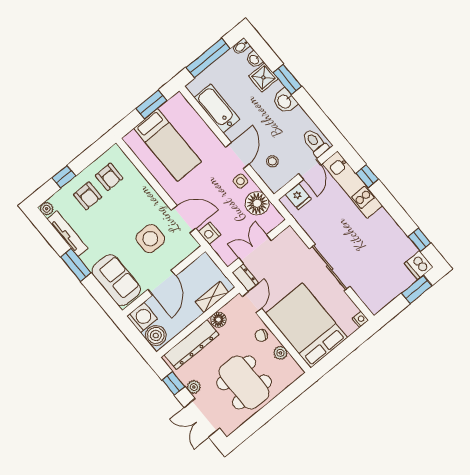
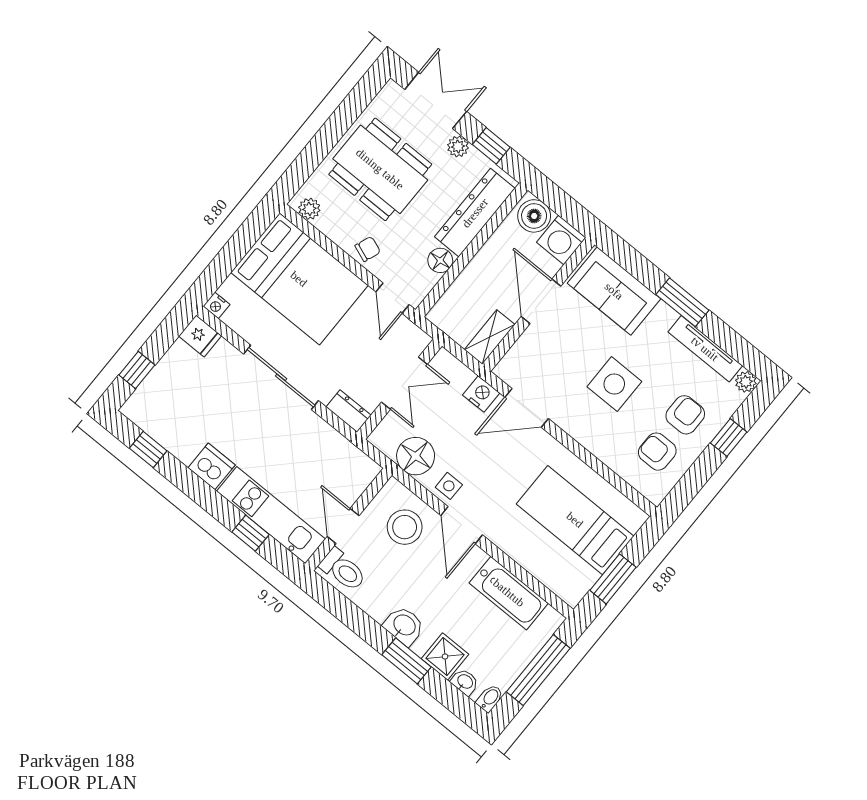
stool: (272, 161) -> (405, 527), width x1.89, depth x1.89
armchair: (88, 196) -> (685, 415), turned 90
fridge: (298, 196) -> (200, 336), moved, turned 180
side table: (150, 239) -> (614, 384), moved
dishwasher: (419, 265) -> (212, 466), moved
dresser: (245, 278) -> (349, 411), moved, turned 180
window: (417, 289) -> (137, 370), width x0.67
shelving: (212, 297) -> (490, 337), moved
plant: (280, 353) -> (309, 209), moved

